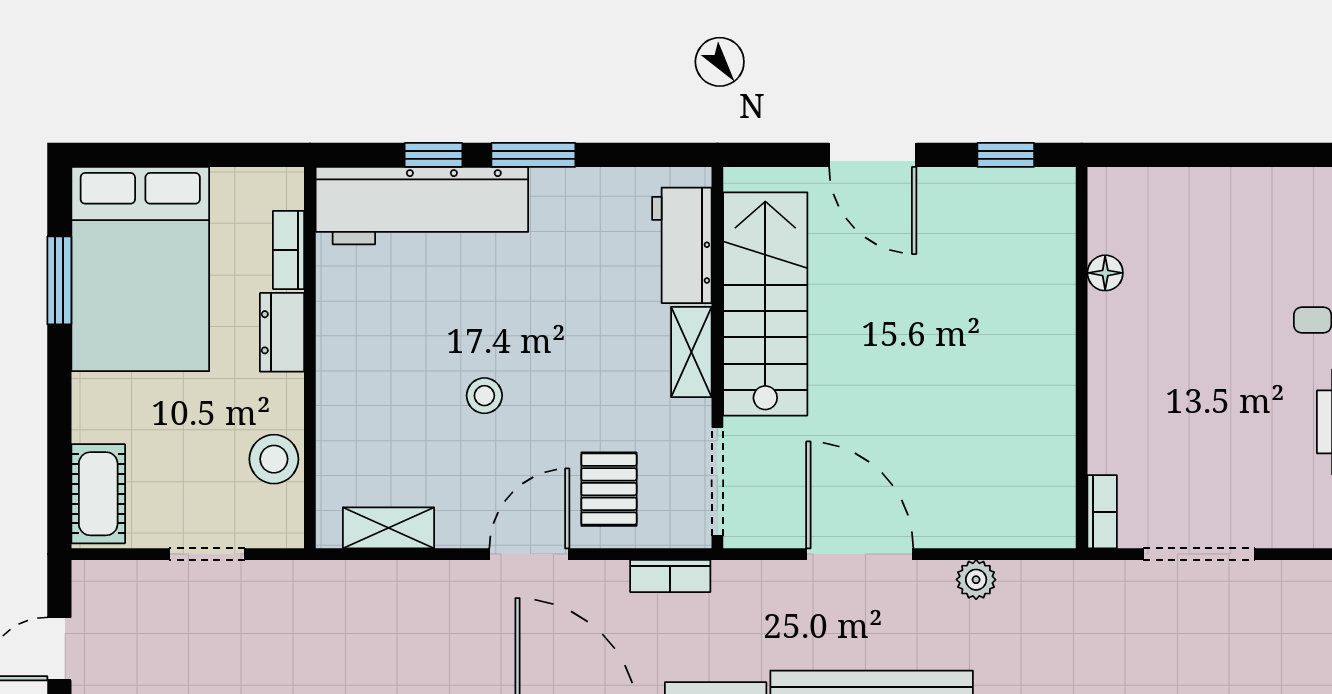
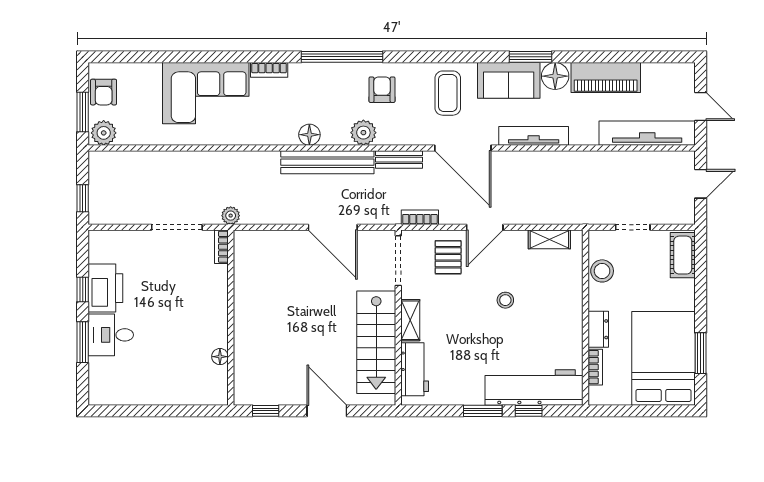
plant: (976, 580) -> (231, 216), moved

